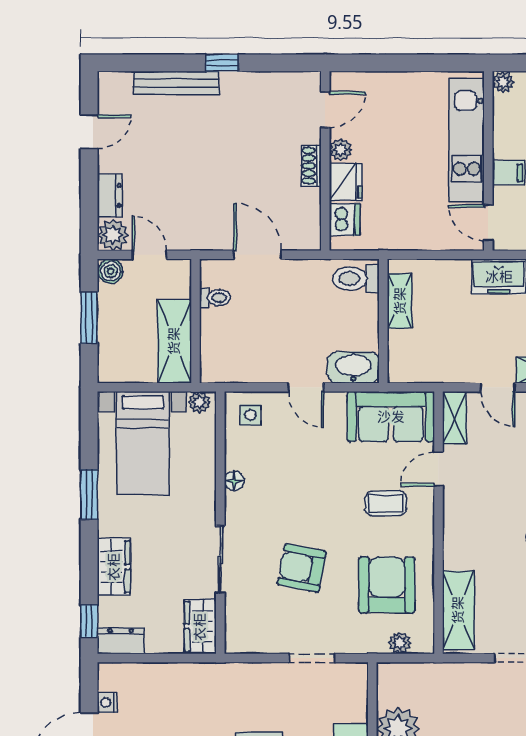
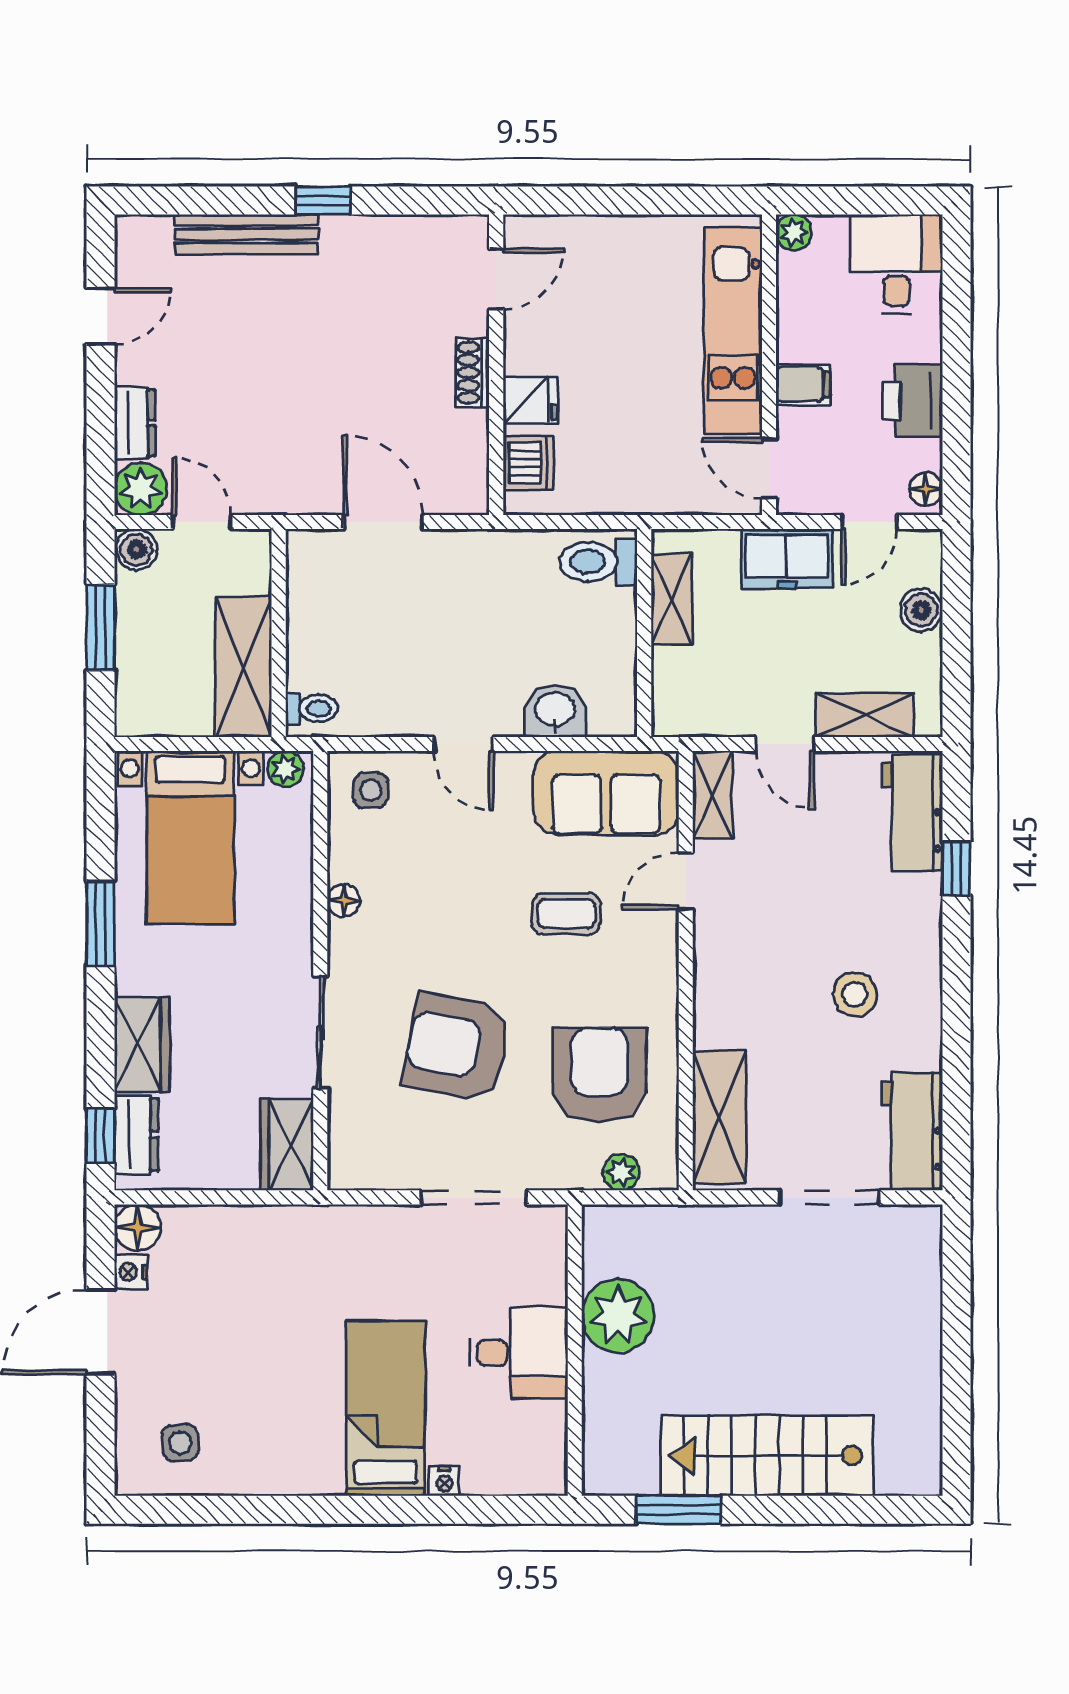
plant: (341, 150) -> (522, 346), removed
fridge: (346, 182) -> (530, 400), width x0.72
toilet: (356, 278) -> (598, 562), moved
toilet: (215, 298) -> (311, 708), moved
shelving: (400, 301) -> (672, 599), moved
wall: (383, 321) -> (644, 633), moved
washbasin: (353, 367) -> (555, 711), width x0.72
coffee table: (386, 503) -> (566, 914), moved
armchair: (302, 568) -> (457, 1047), width x1.36, depth x1.36
dresser: (121, 641) -> (136, 1135), moved, turned 90
doorway: (312, 658) -> (474, 1197), width x1.38
floor lamp: (111, 676) -> (138, 1228), added

